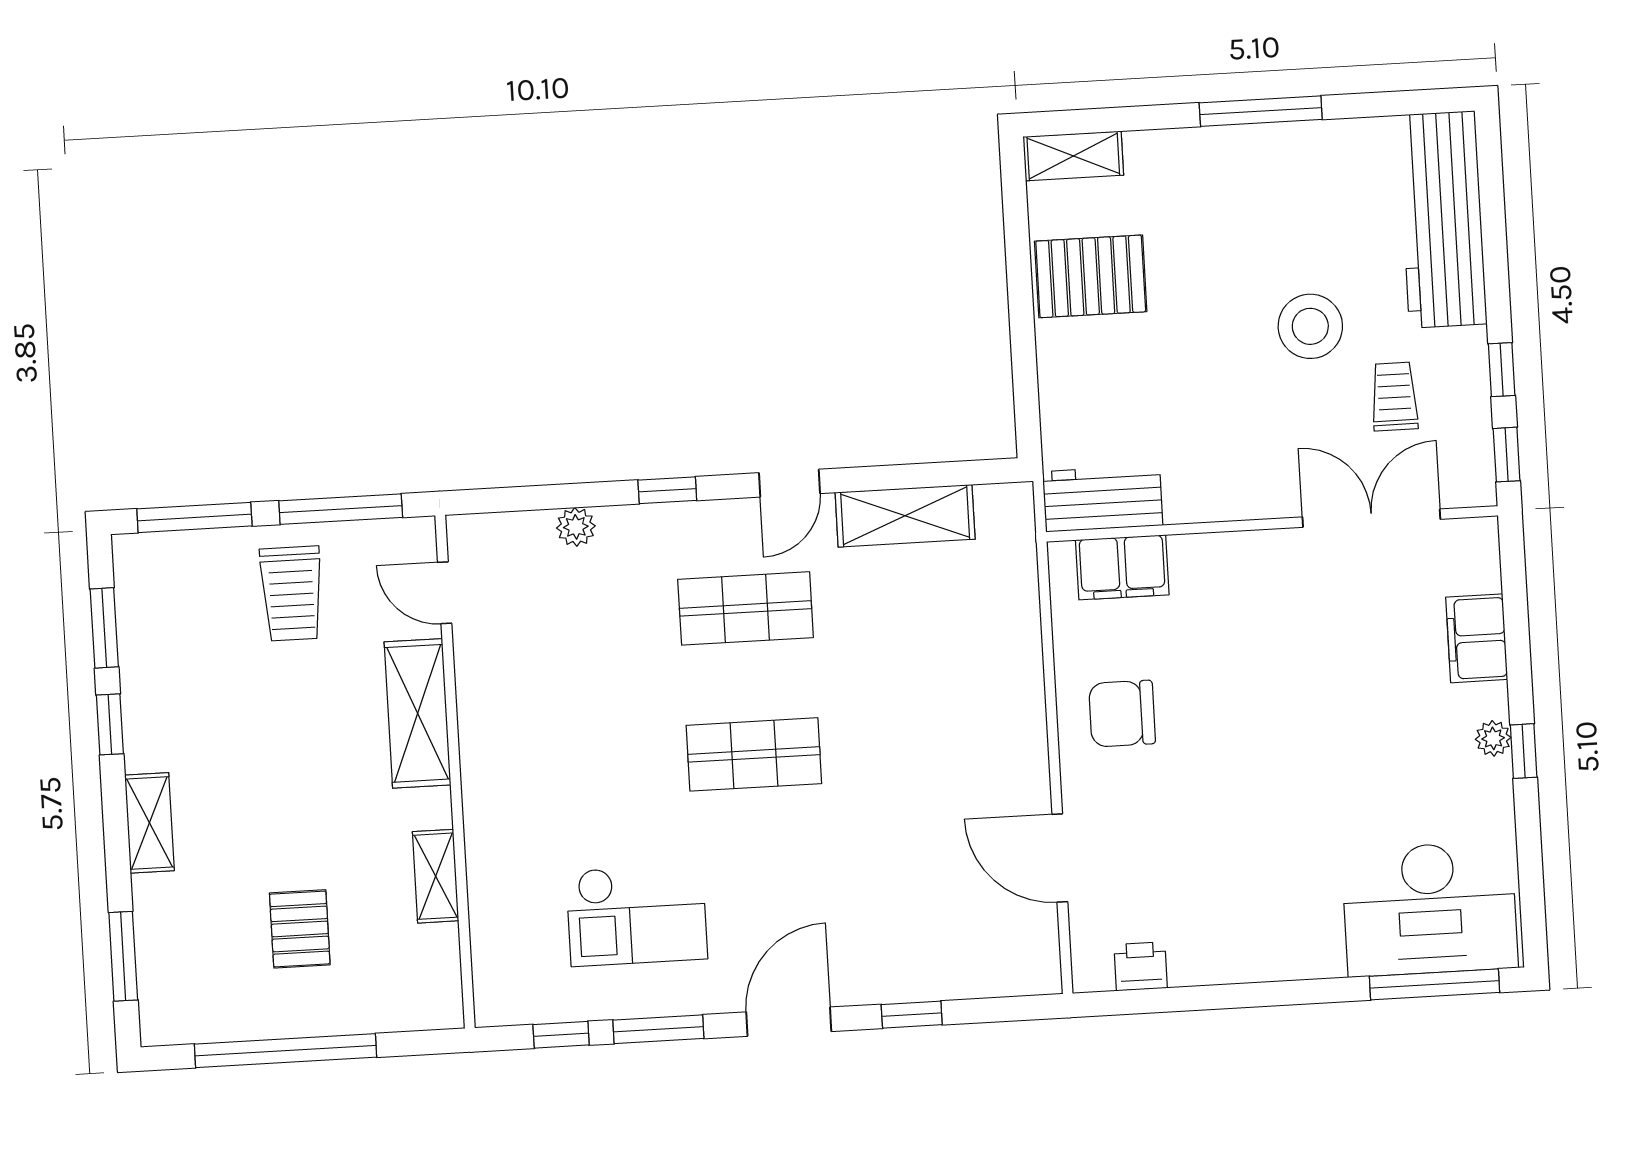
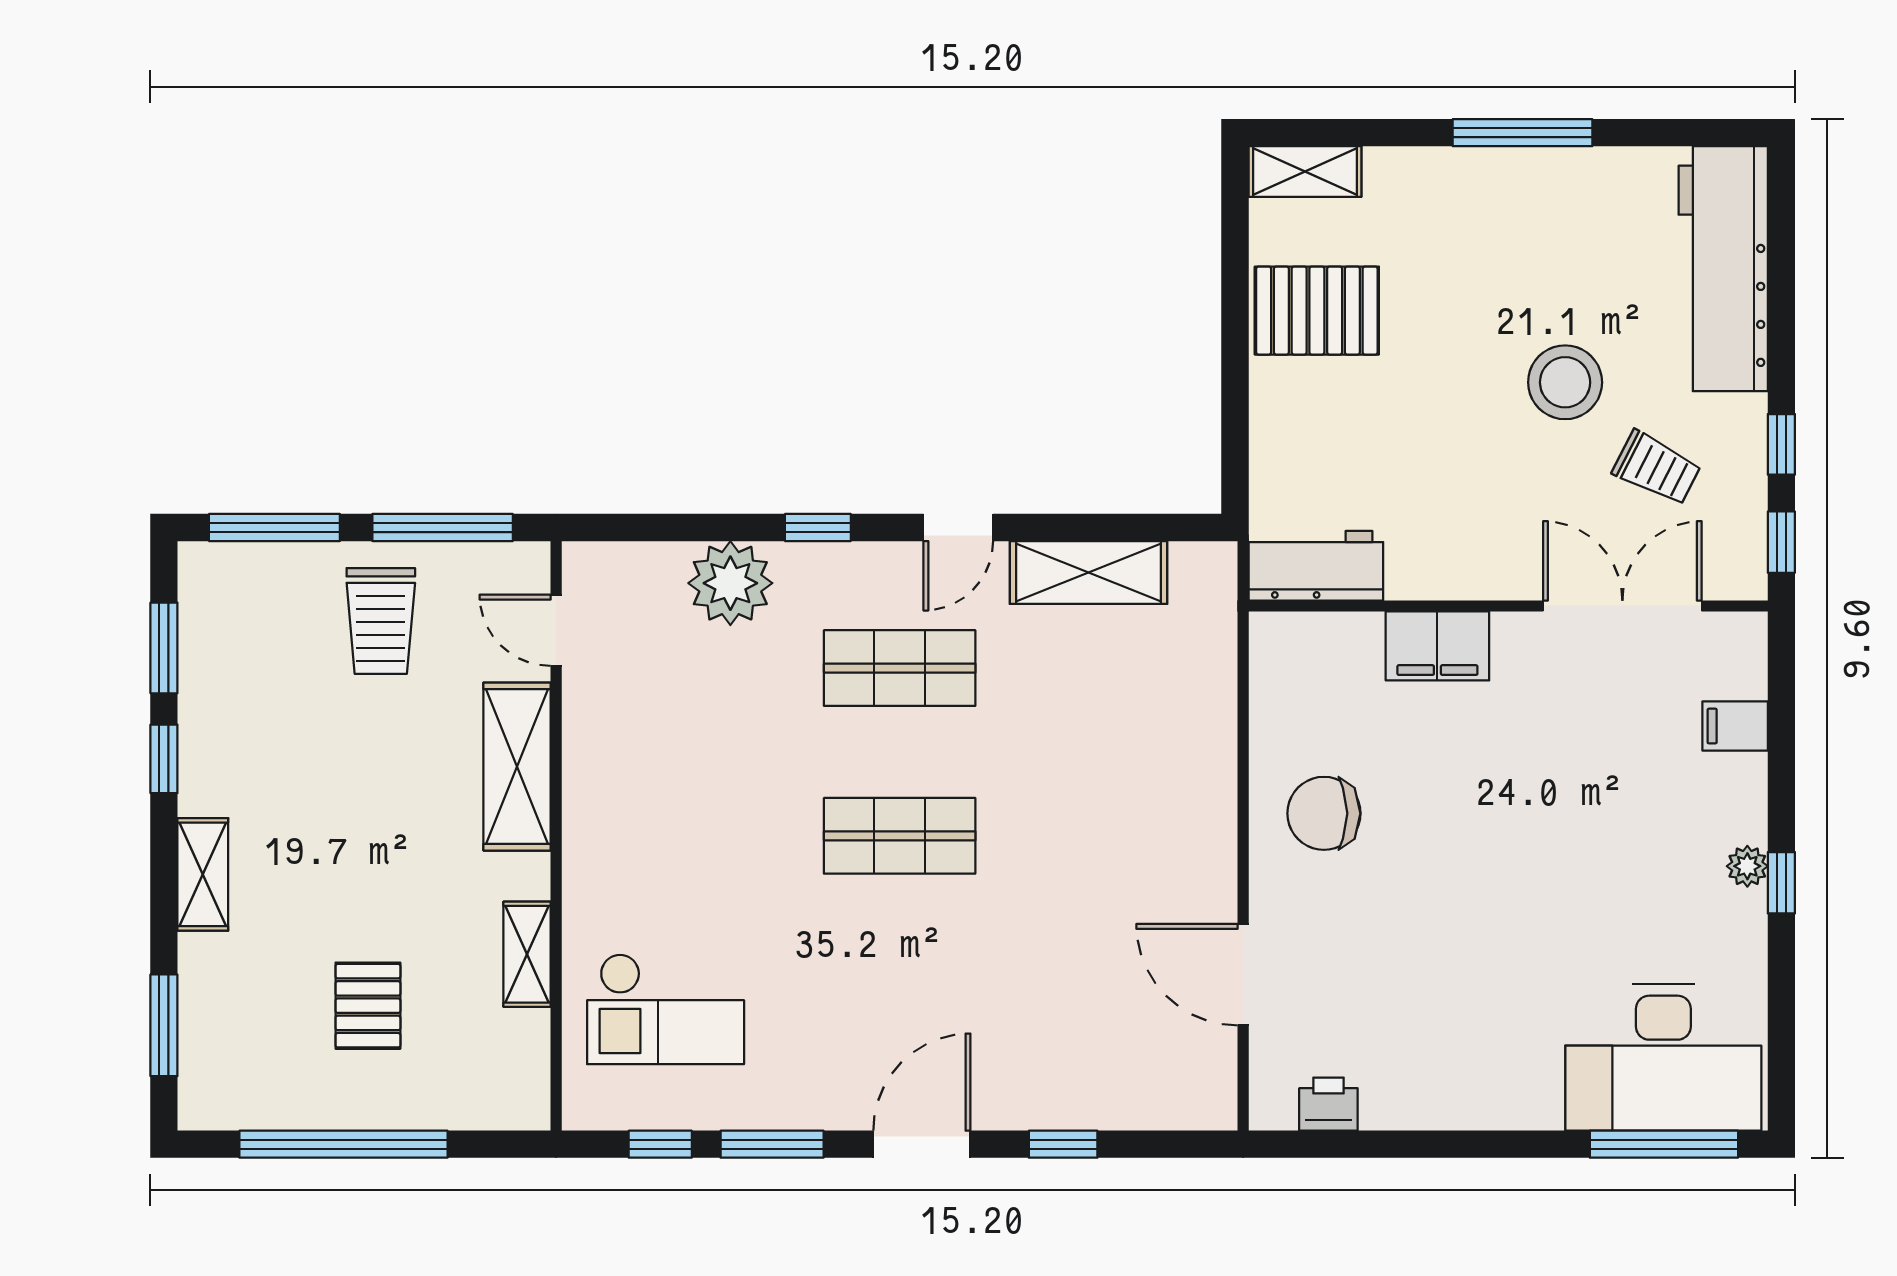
trolley: (1394, 396) -> (1657, 468), turned 117
plant: (576, 527) -> (730, 583), width x1.88, depth x1.88
filing cabinet: (1122, 567) -> (1437, 646), moved
filing cabinet: (1477, 638) -> (1735, 726), width x0.50
checkout: (637, 915) -> (666, 1009), moved

